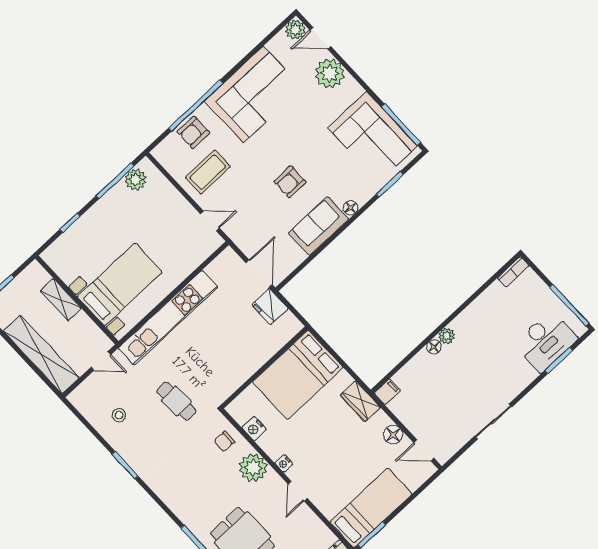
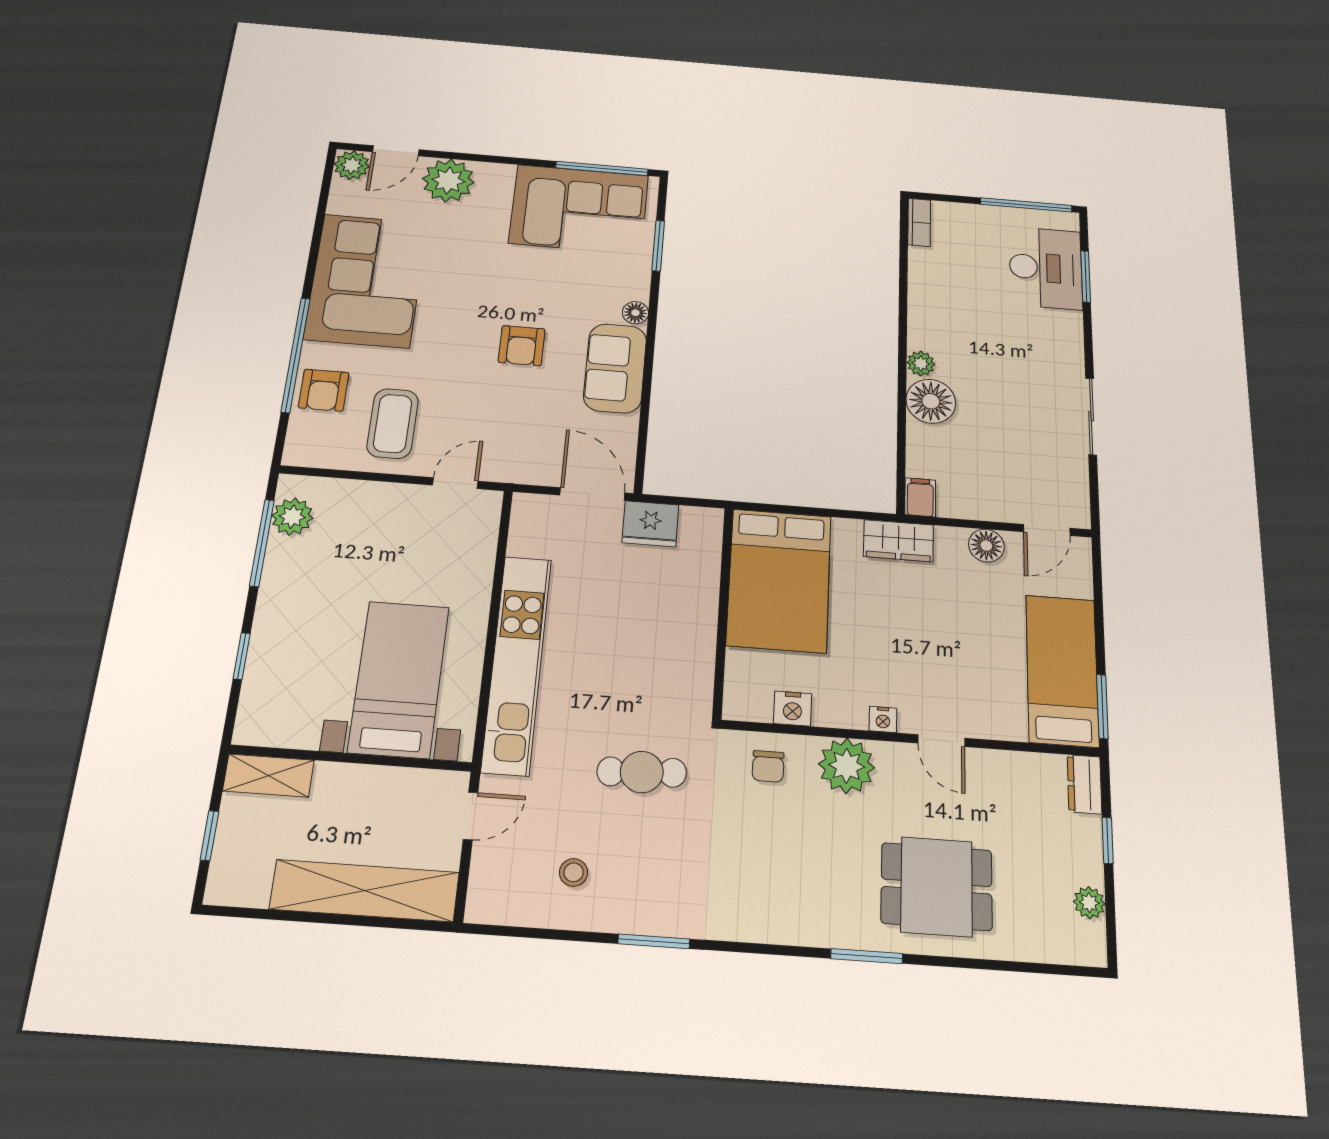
shelving: (61, 300) -> (268, 776), moved
floor lamp: (434, 347) -> (931, 401), width x1.89, depth x1.89

